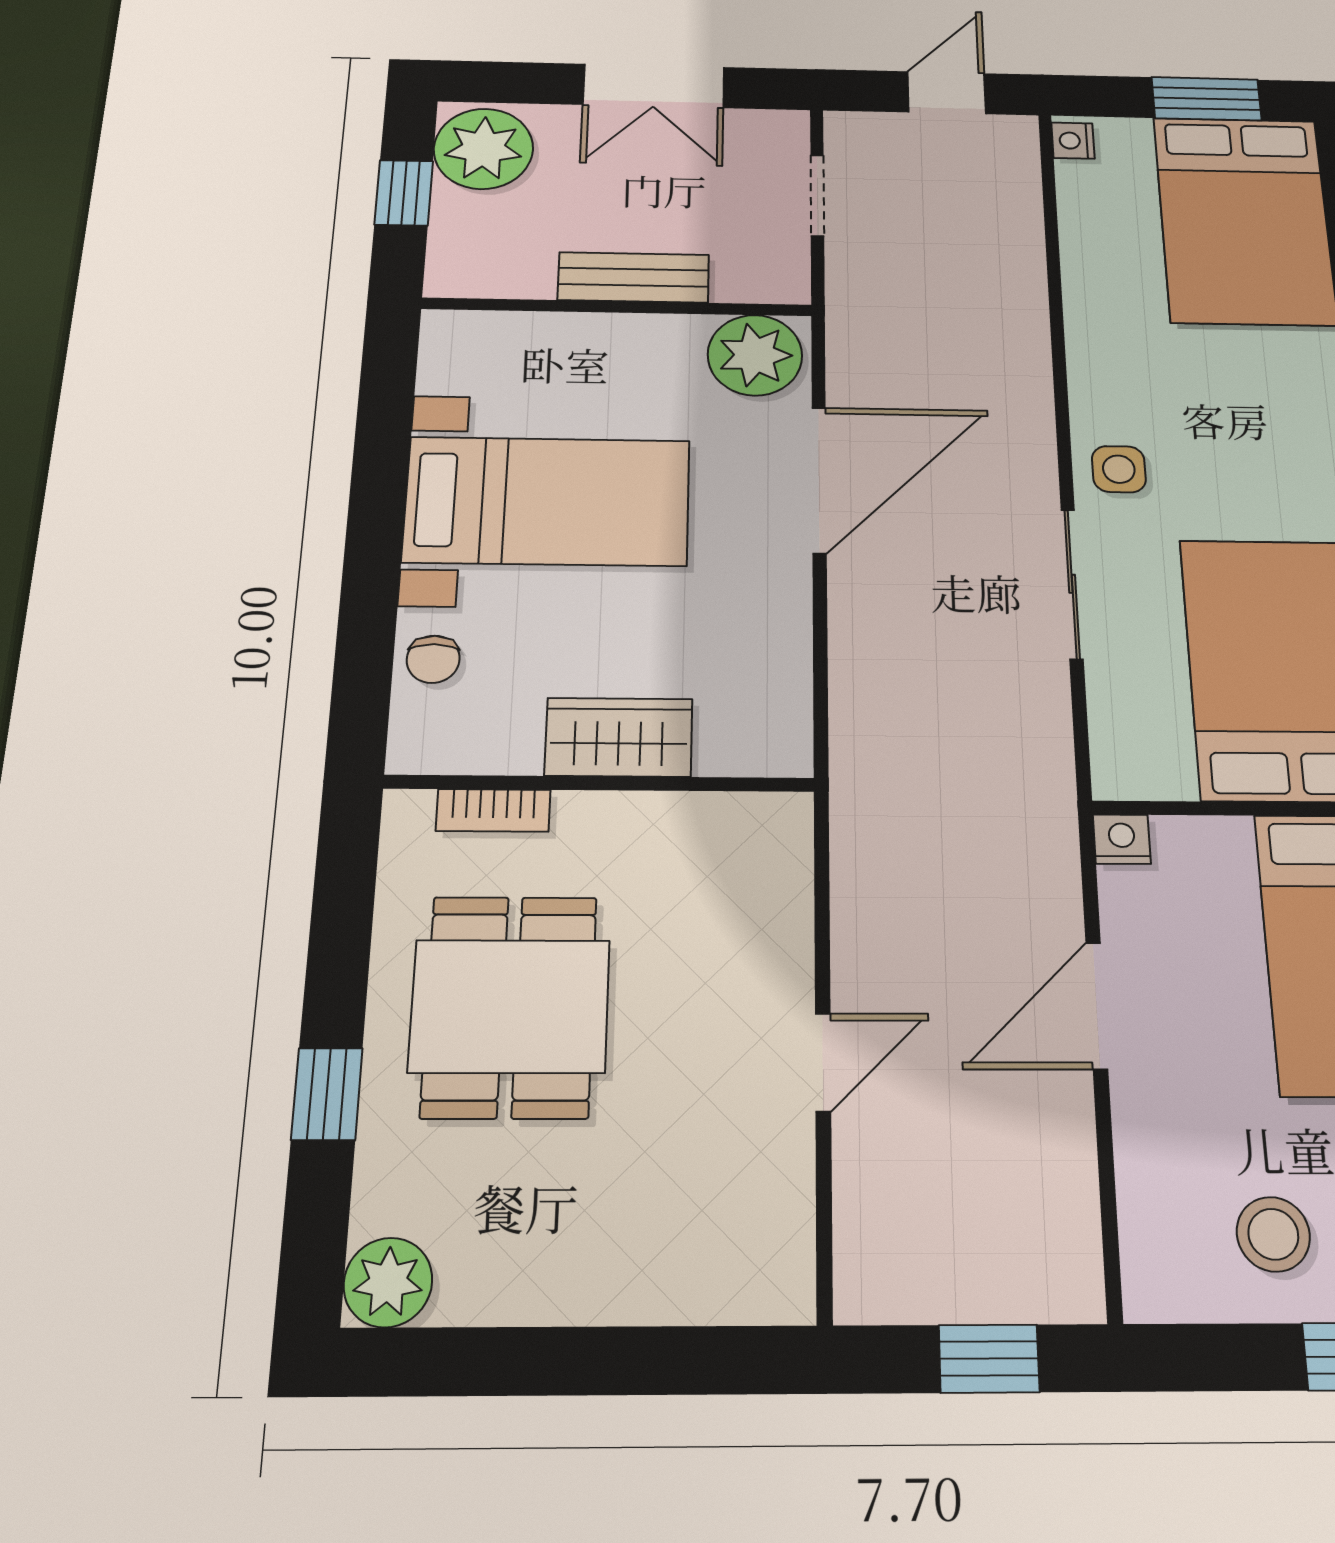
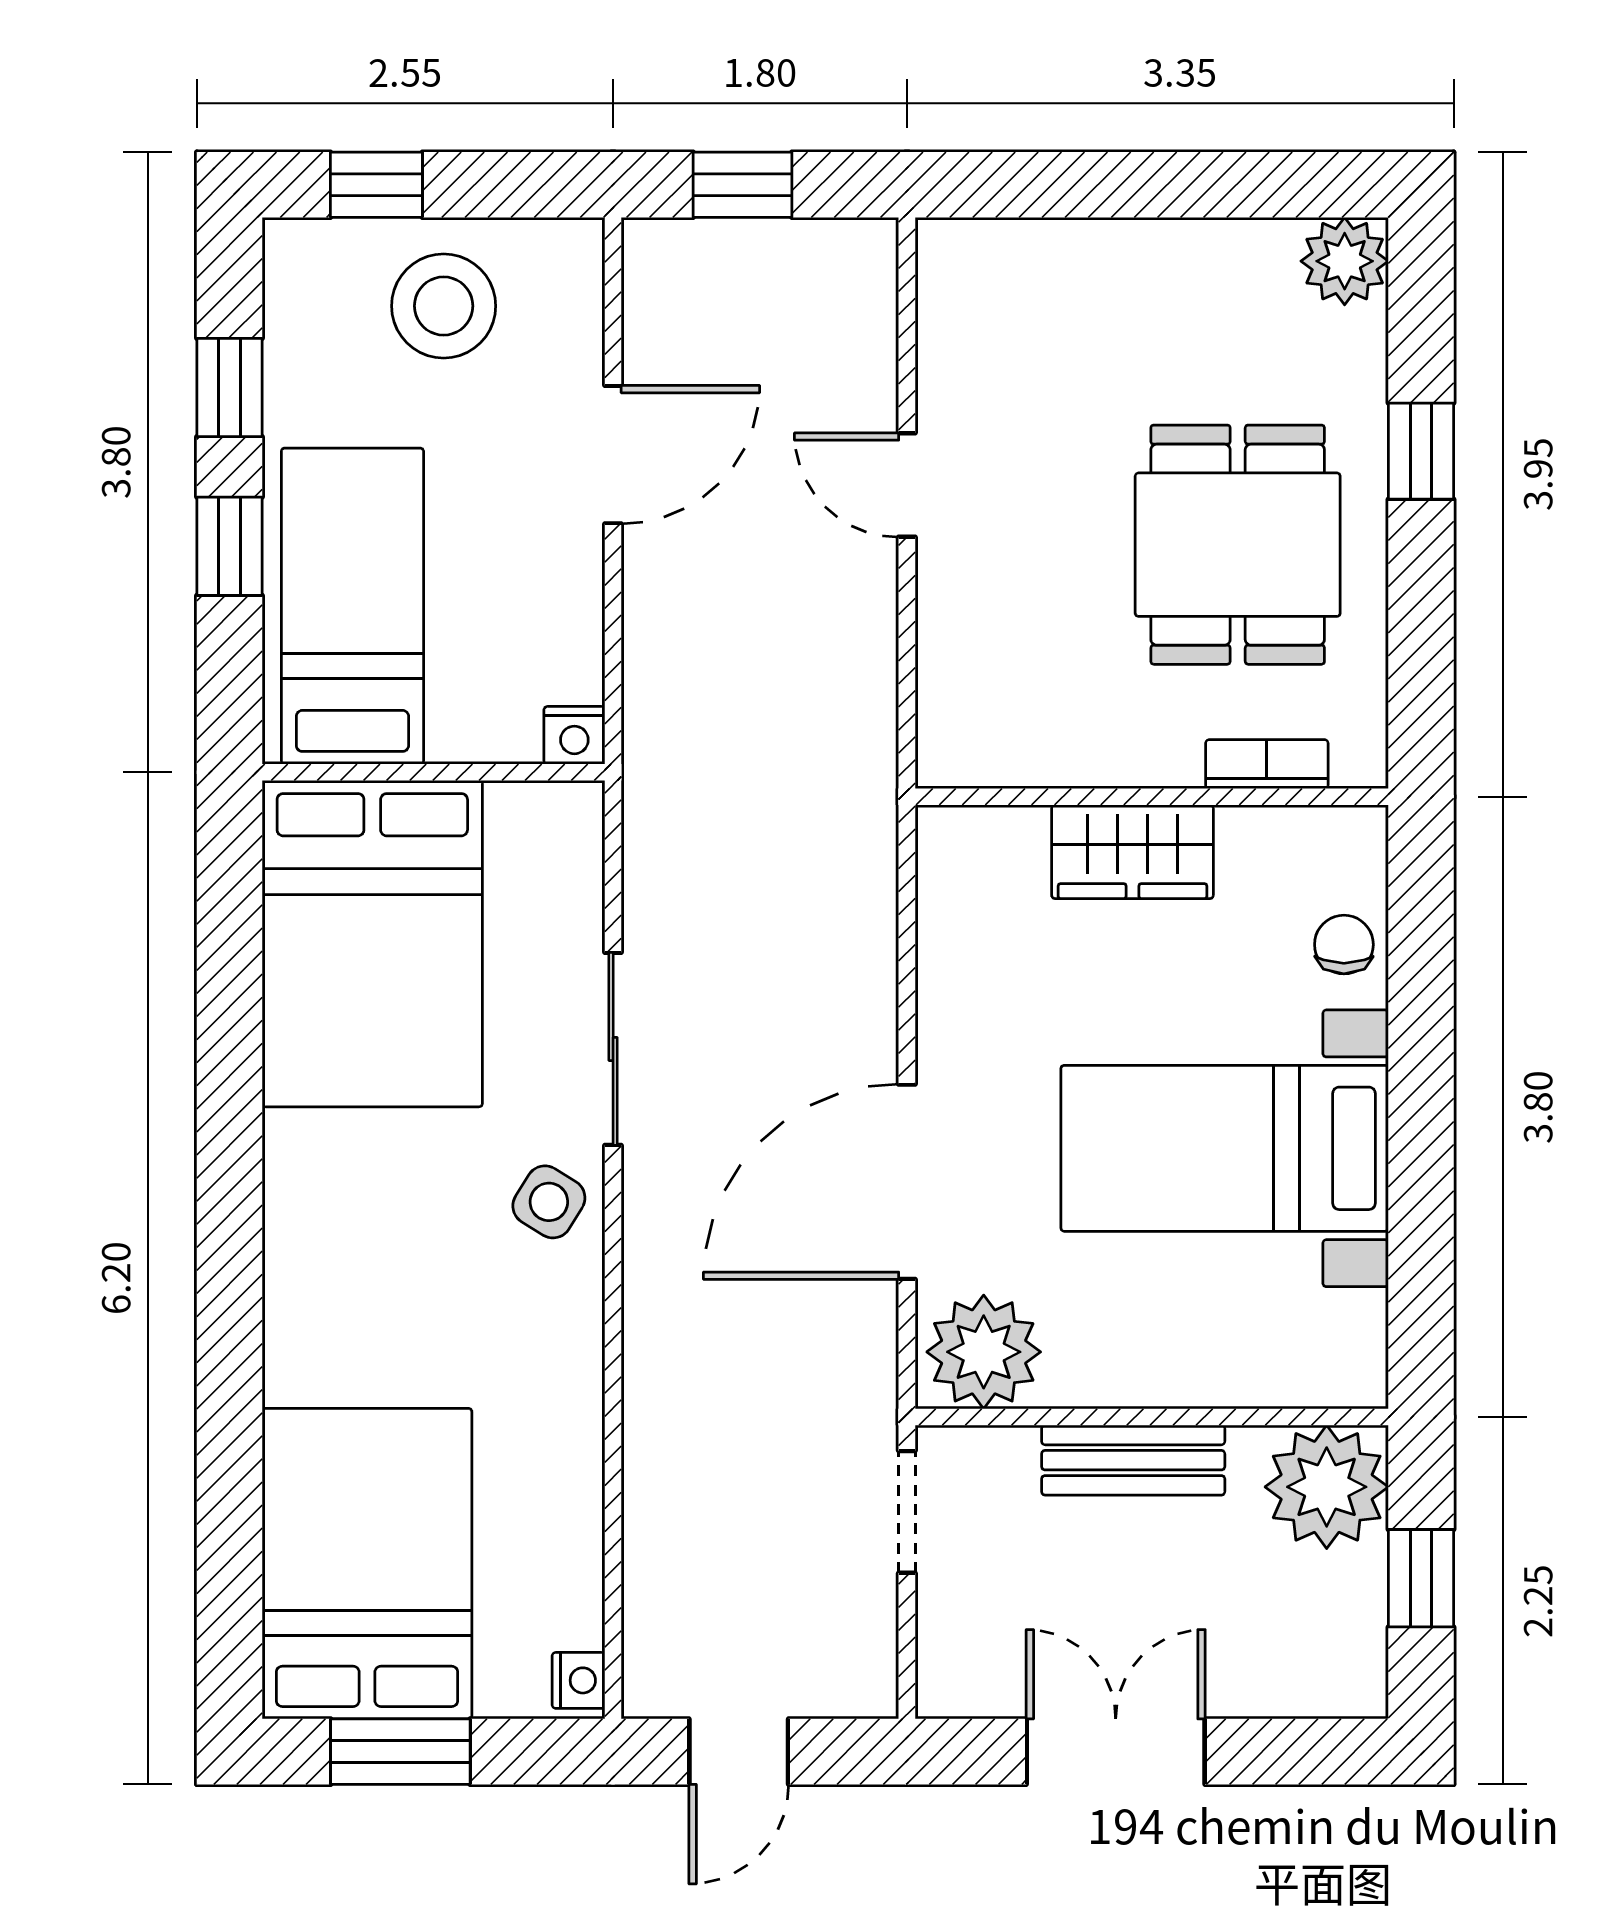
plant: (483, 149) -> (1327, 1487), moved
doorway: (817, 195) -> (907, 1512), moved
side table: (1119, 469) -> (549, 1202), turned 32
door: (1097, 1006) -> (613, 455), moved
door: (823, 1062) -> (907, 485), hinge flipped
stool: (1273, 1234) -> (444, 306), width x1.38, depth x1.38

